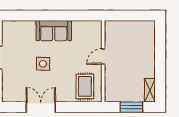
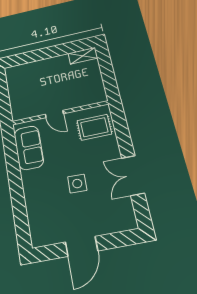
sofa: (54, 31) -> (29, 148), moved
window: (131, 107) -> (107, 70), removed

